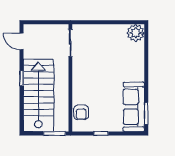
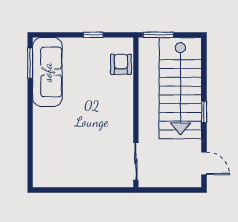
plant: (136, 33) -> (45, 175), removed

